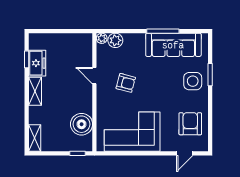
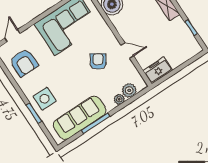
plant: (102, 38) -> (119, 99), moved
freezer: (37, 63) -> (158, 70), moved, turned 90
armchair: (126, 83) -> (98, 61), turned 108

